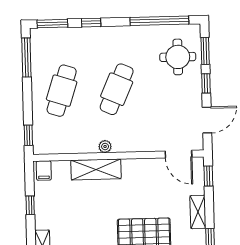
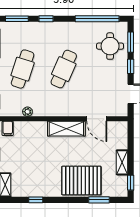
plant: (105, 147) -> (27, 112), moved
door: (178, 154) -> (97, 119), moved
shelving: (96, 169) -> (66, 129), moved
window: (208, 176) -> (131, 136), removed

